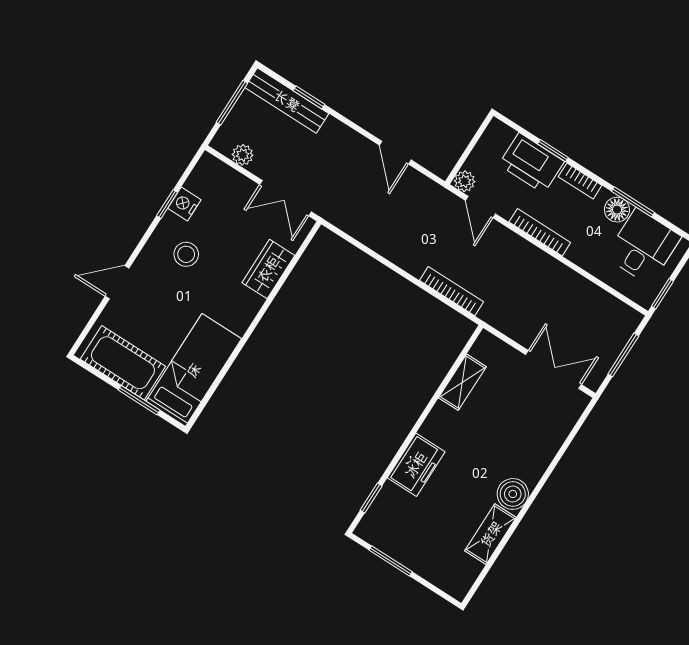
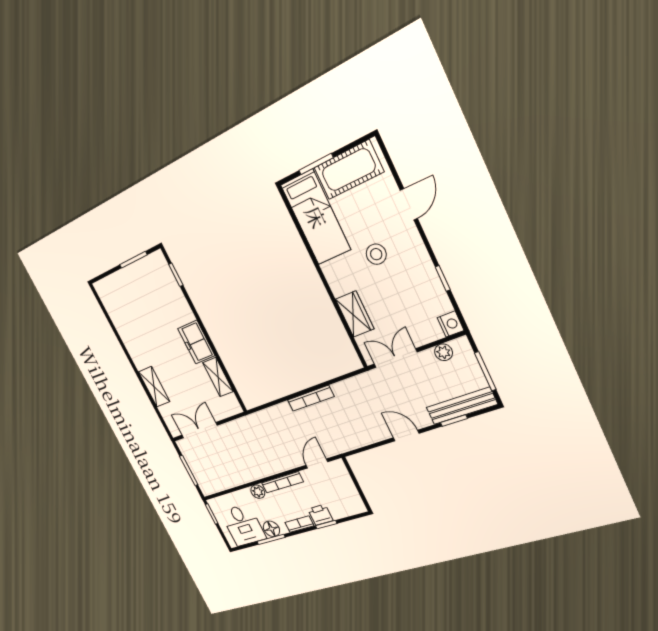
door: (395, 153) -> (406, 436), moved
printer: (531, 163) -> (320, 515), width x0.53, depth x0.68
plant: (465, 181) -> (258, 492), moved
nightstand: (184, 204) -> (451, 324), moved
door: (480, 207) -> (317, 464), hinge flipped
stool: (186, 254) -> (376, 254), moved
bookcase: (452, 291) -> (311, 398), moved
double door: (554, 370) -> (199, 430), swing flipped
freezer: (416, 465) -> (196, 342), moved
boiler: (513, 494) -> (140, 357), removed
shelving: (491, 534) -> (154, 387), moved

